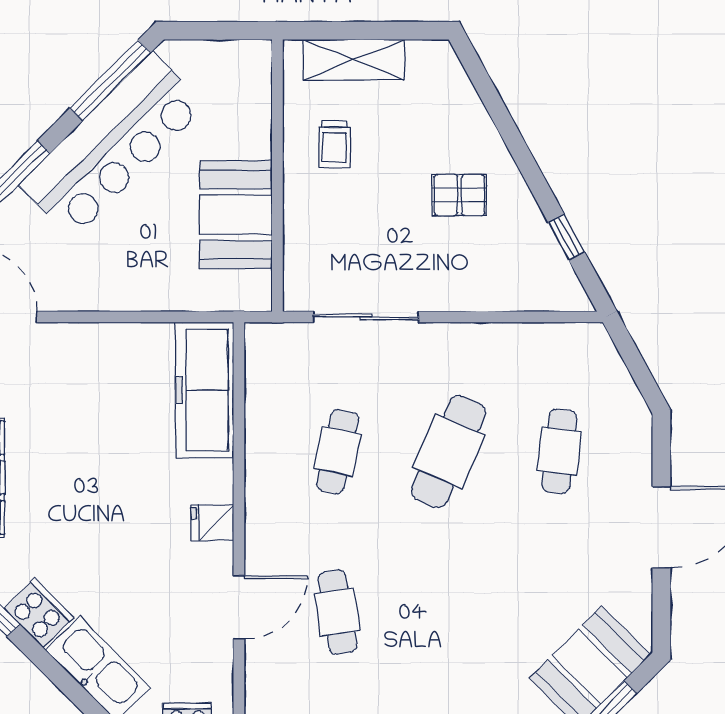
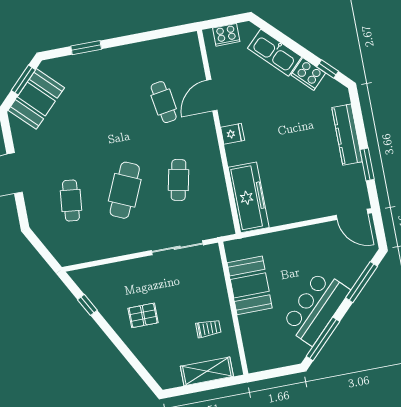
trolley: (334, 144) -> (208, 329), turned 90
bar counter: (113, 145) -> (316, 308), width x0.73

